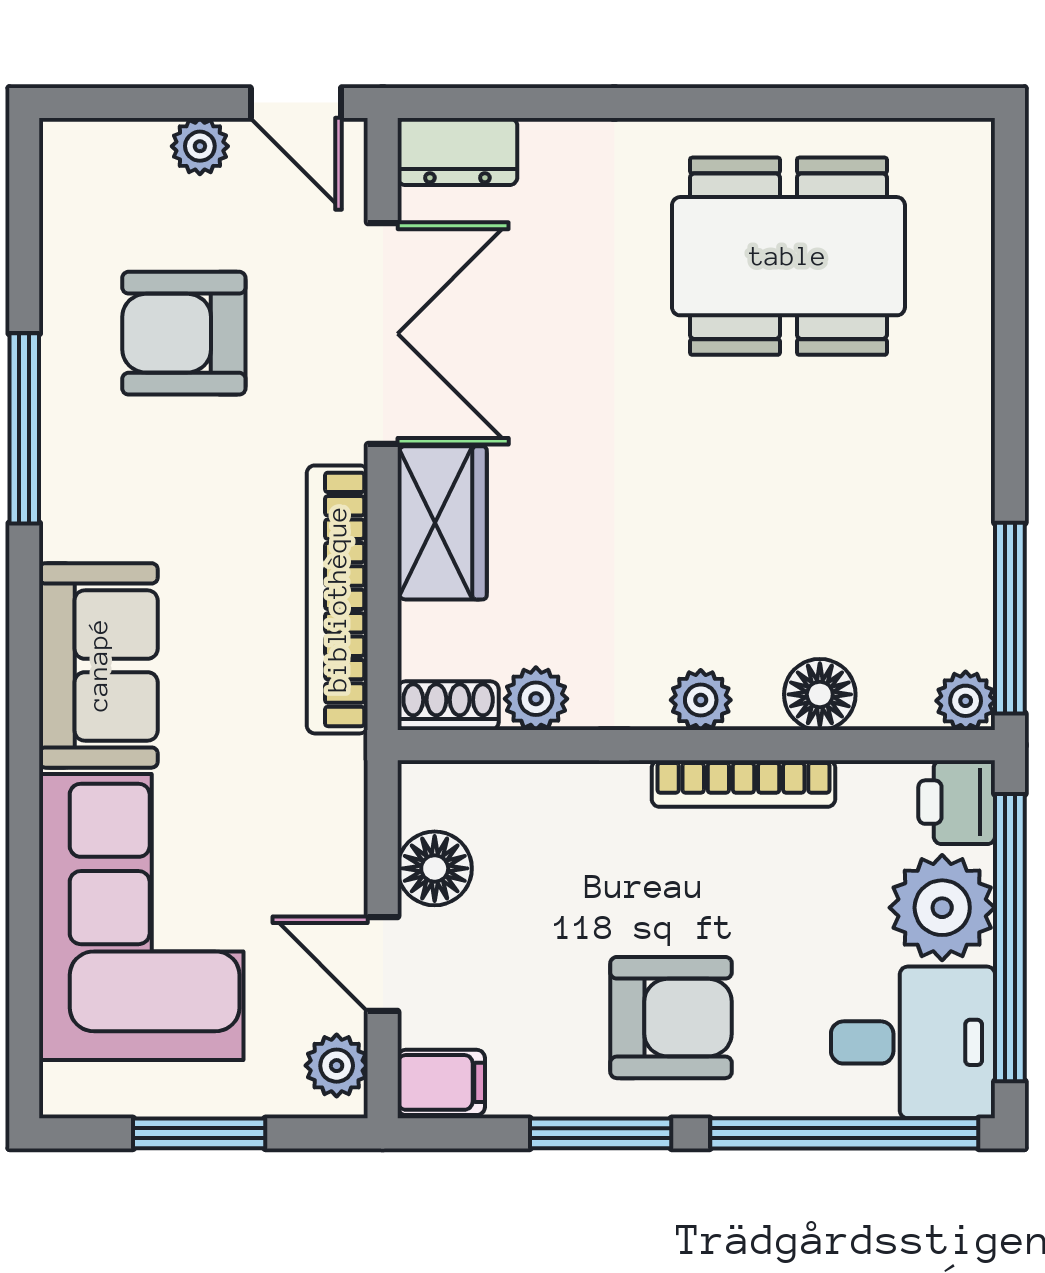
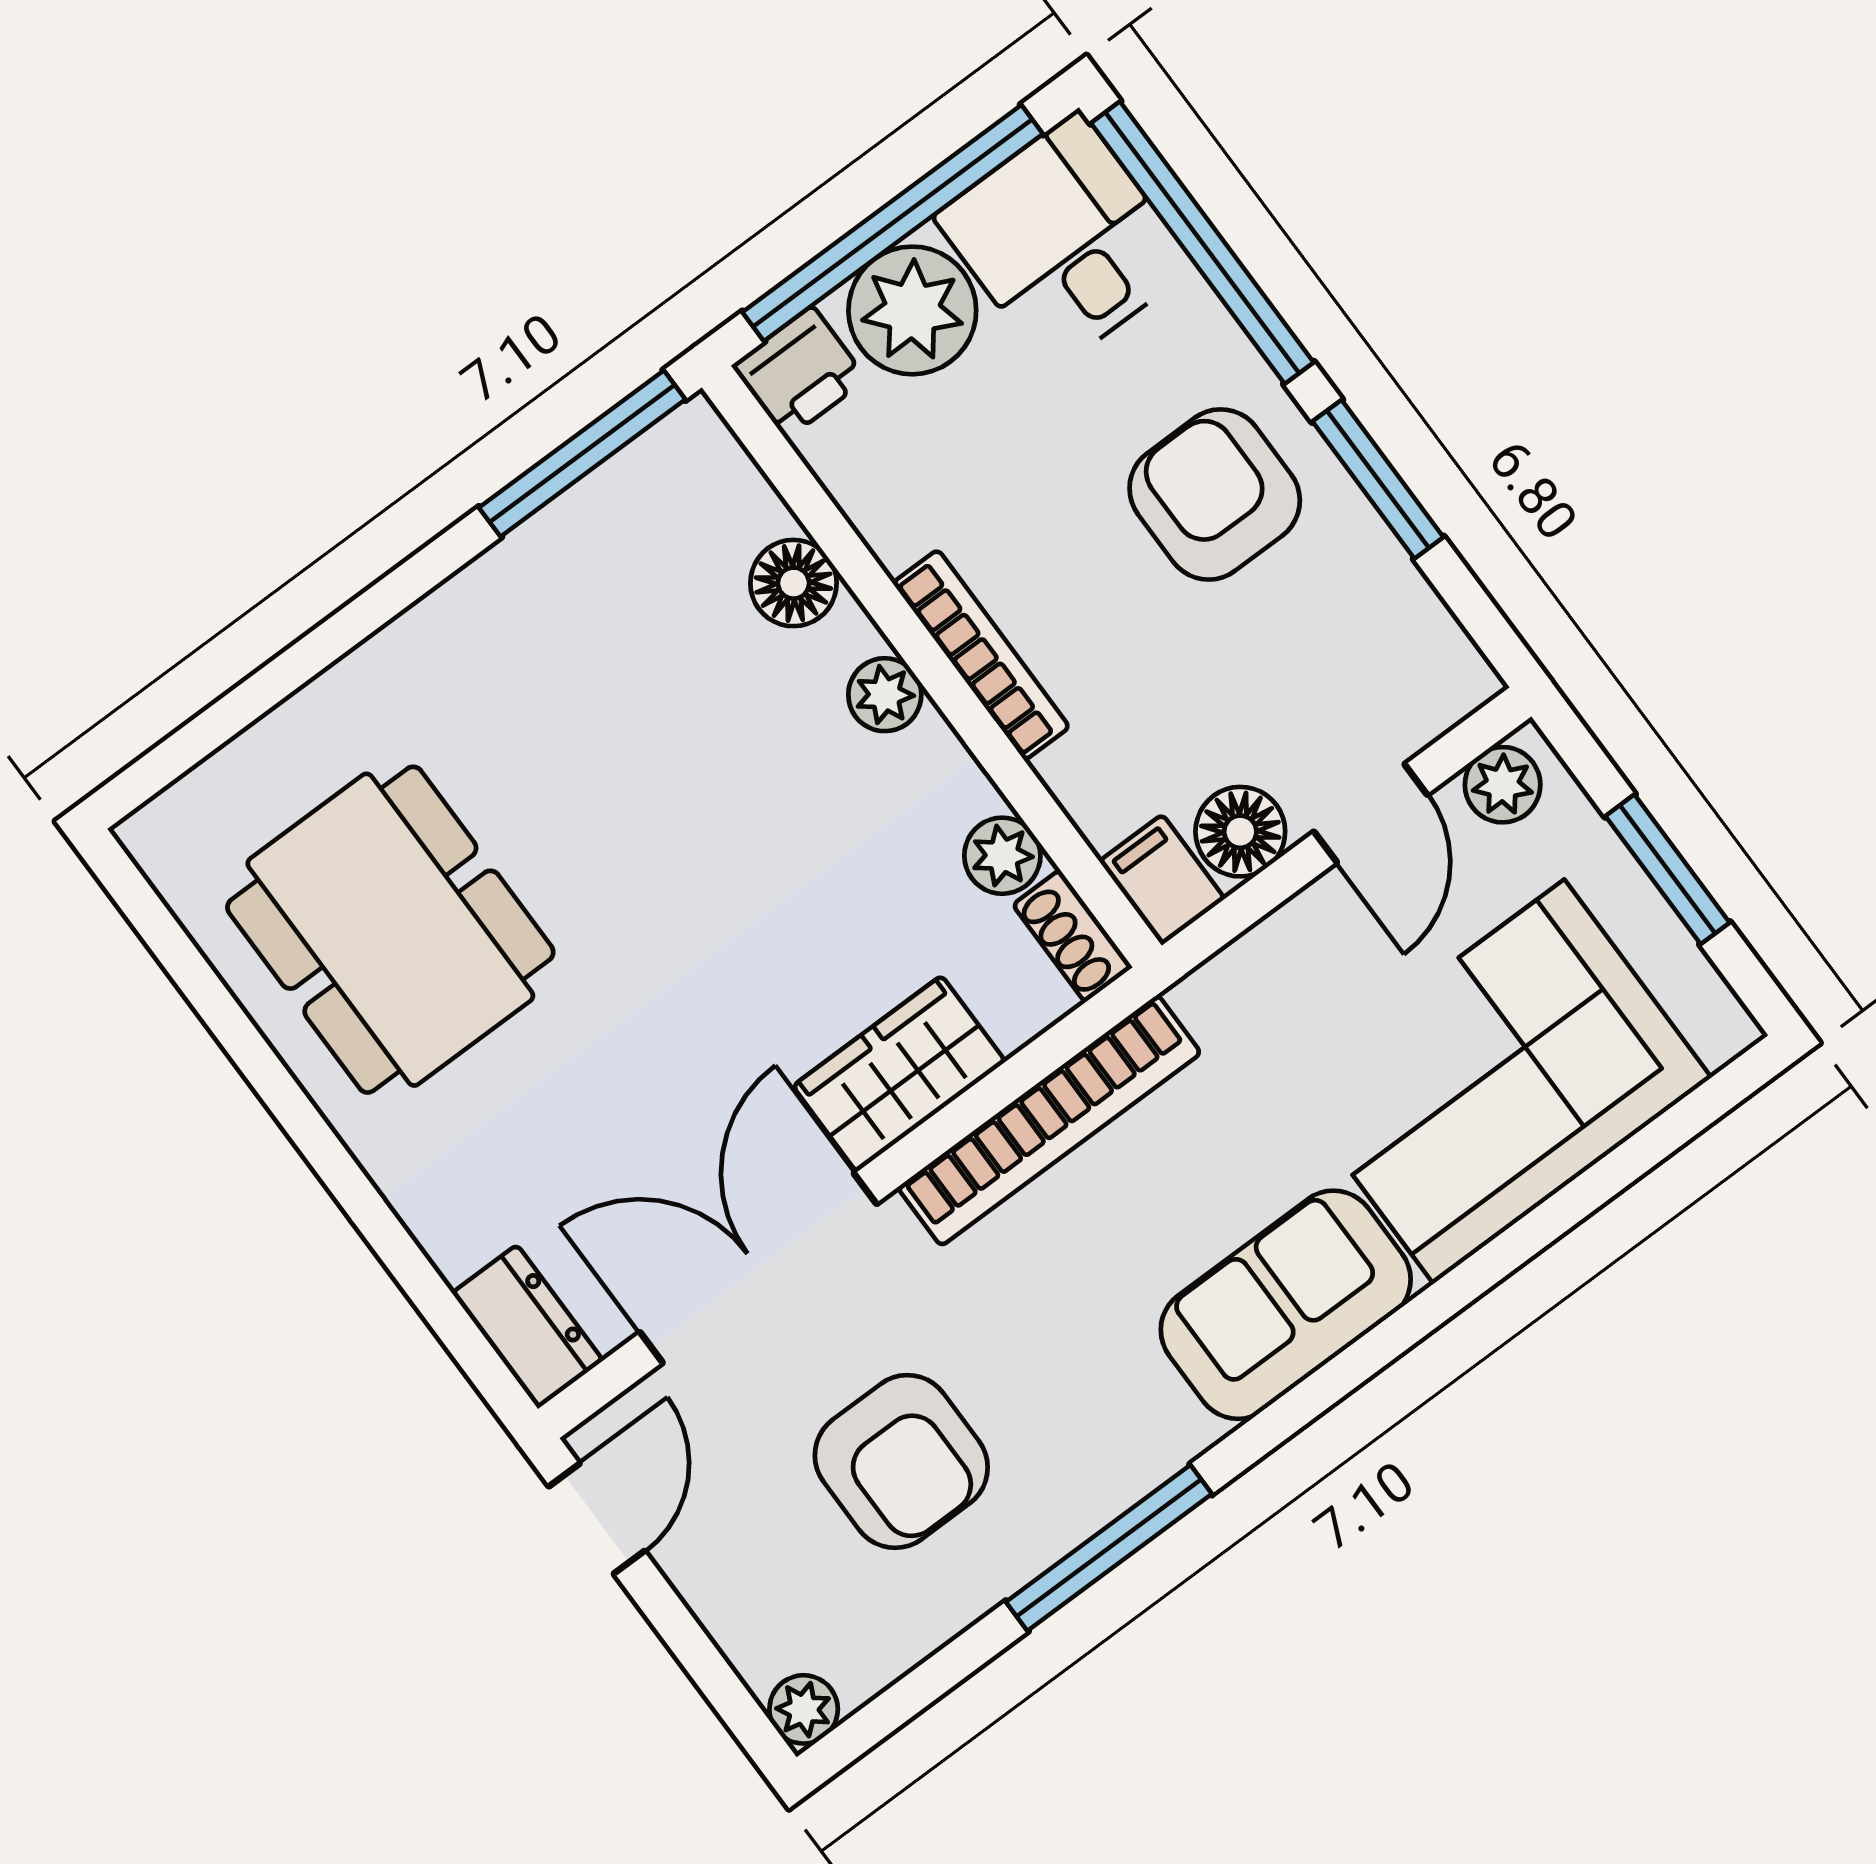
plant: (200, 146) -> (804, 1709), moved
plant: (966, 701) -> (694, 437), removed
bookcase: (743, 784) -> (981, 655), moved
filing cabinet: (441, 1082) -> (1162, 880), moved

